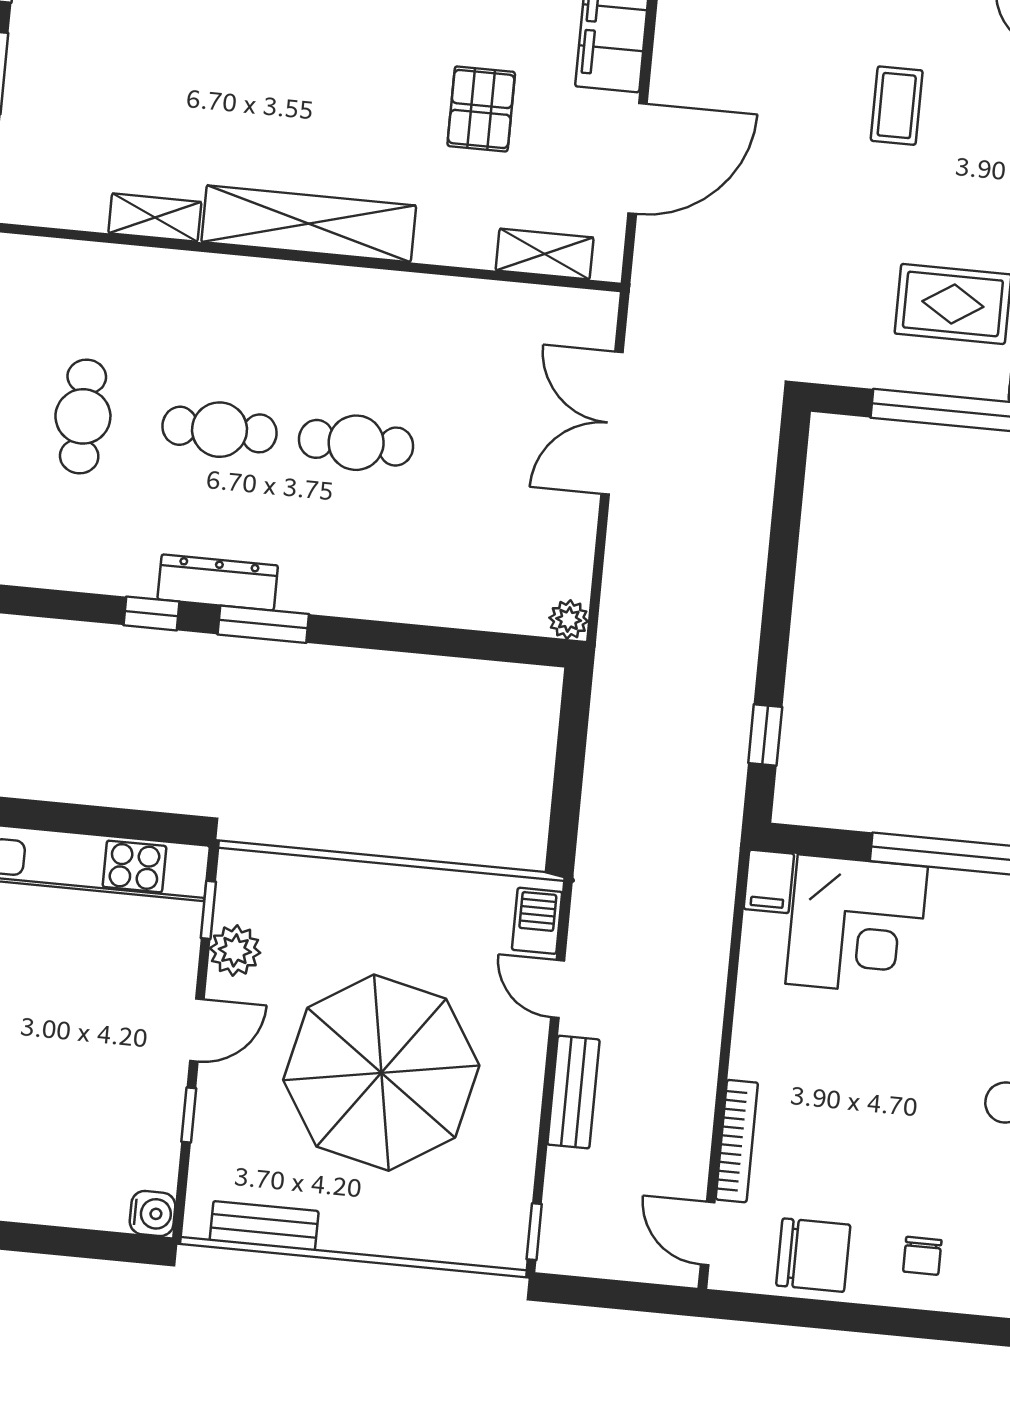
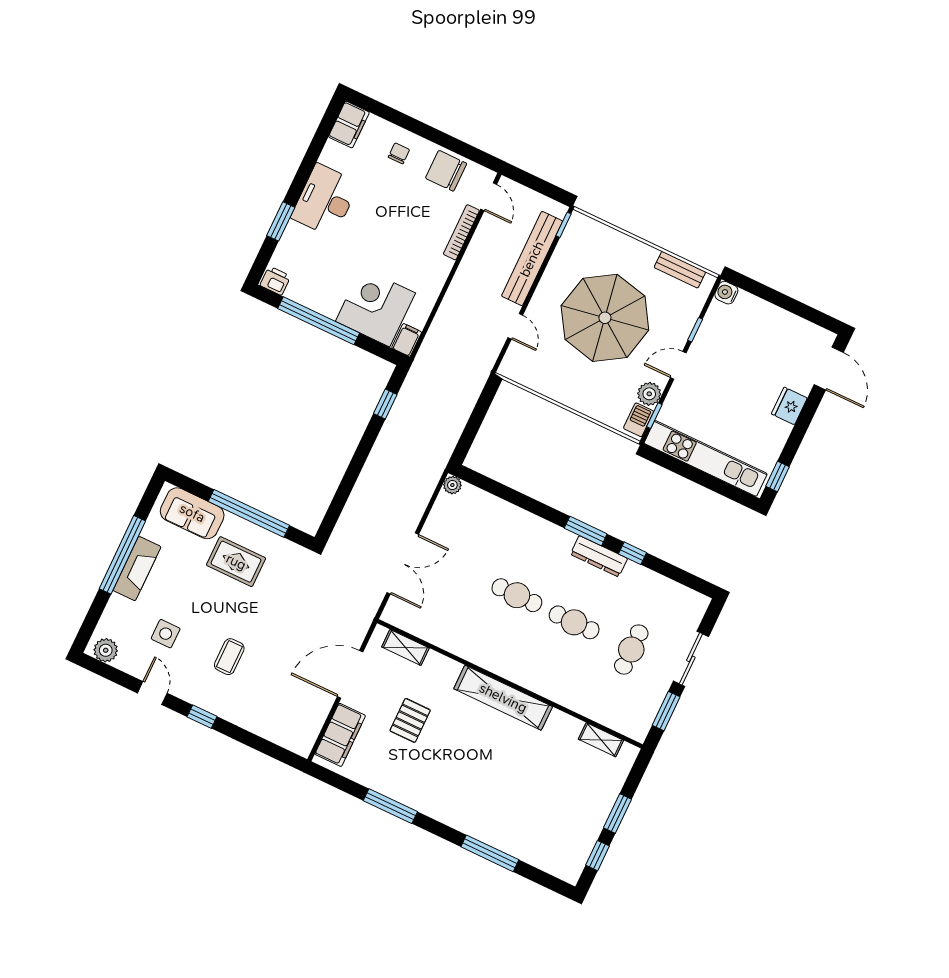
shelving: (155, 218) -> (601, 740), moved
barbecue: (537, 921) -> (639, 420), moved, turned 180
bench: (574, 1092) -> (532, 259), width x1.86, depth x1.21

